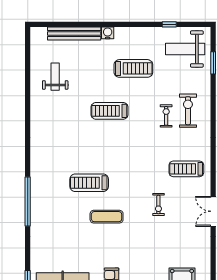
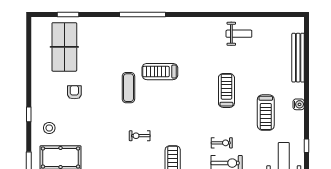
water cooler: (108, 33) -> (299, 104), moved
weight bench: (55, 77) -> (239, 34), moved
treadmill: (89, 183) -> (160, 72), turned -90

